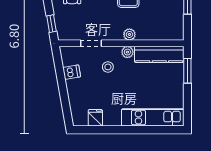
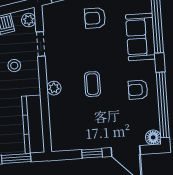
plant: (127, 52) -> (29, 20), moved

